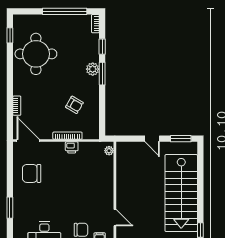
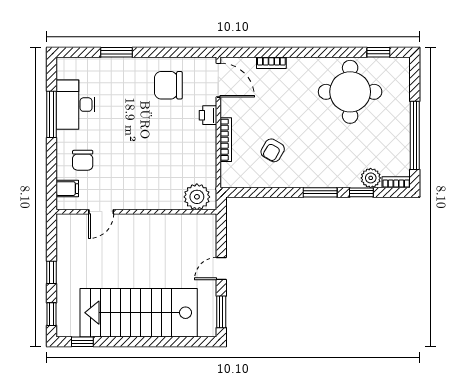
plant: (93, 69) -> (371, 178), moved
door: (28, 141) -> (218, 80), hinge flipped
printer: (72, 147) -> (208, 115), moved
plant: (109, 151) -> (197, 197), width x1.88, depth x1.88
chair: (32, 173) -> (168, 85), turned -90

